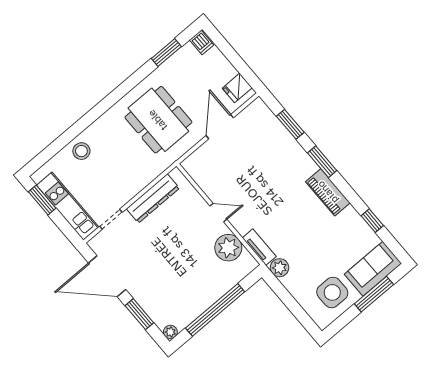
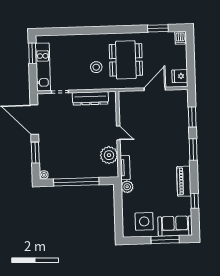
stool: (81, 151) -> (96, 67), moved
piano: (328, 192) -> (184, 181), moved

